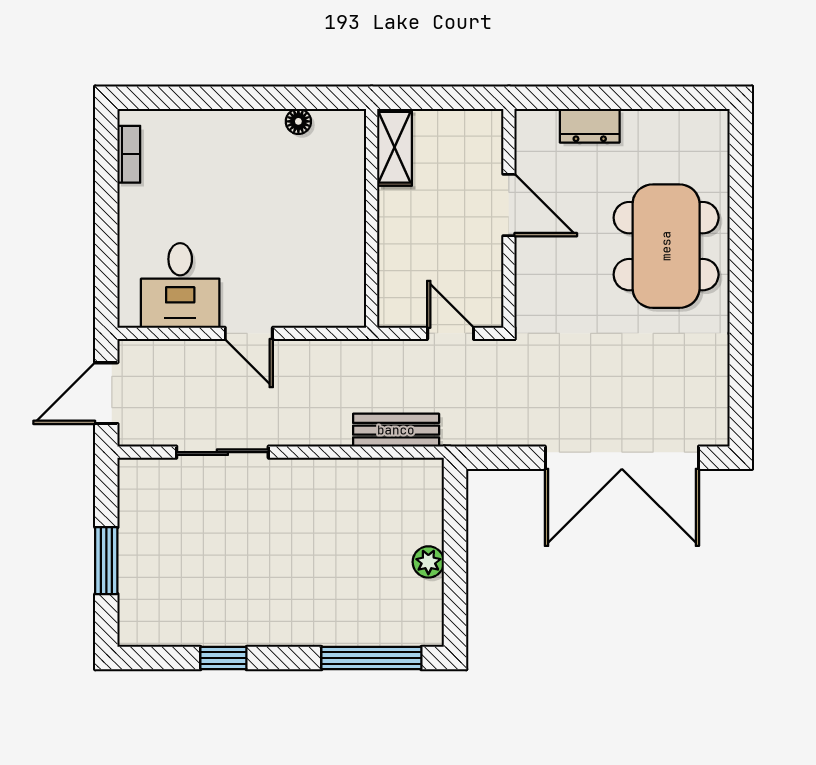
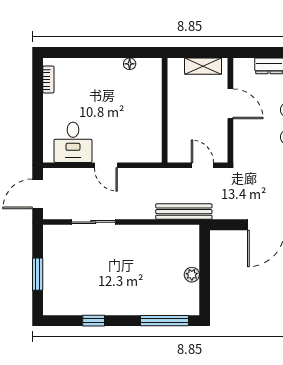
shelving: (394, 147) -> (203, 66), moved, turned 90
bench: (396, 430) -> (184, 212), width x1.36

